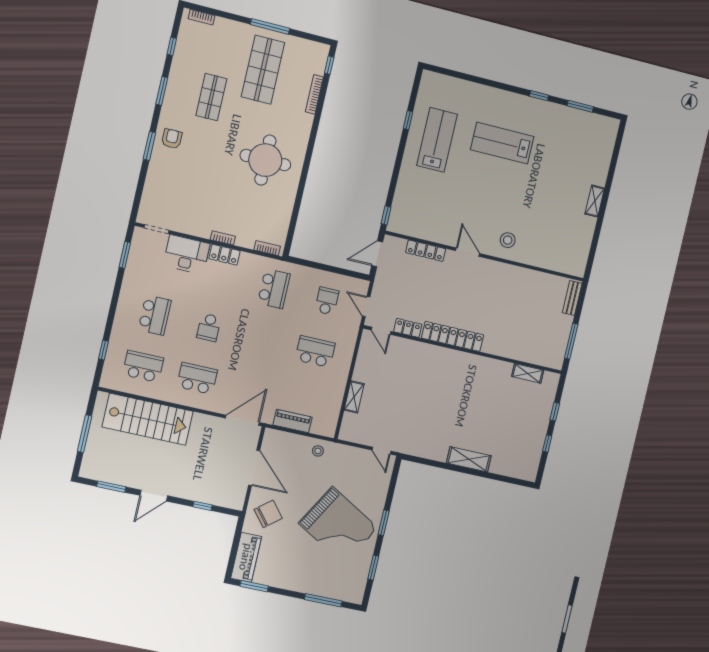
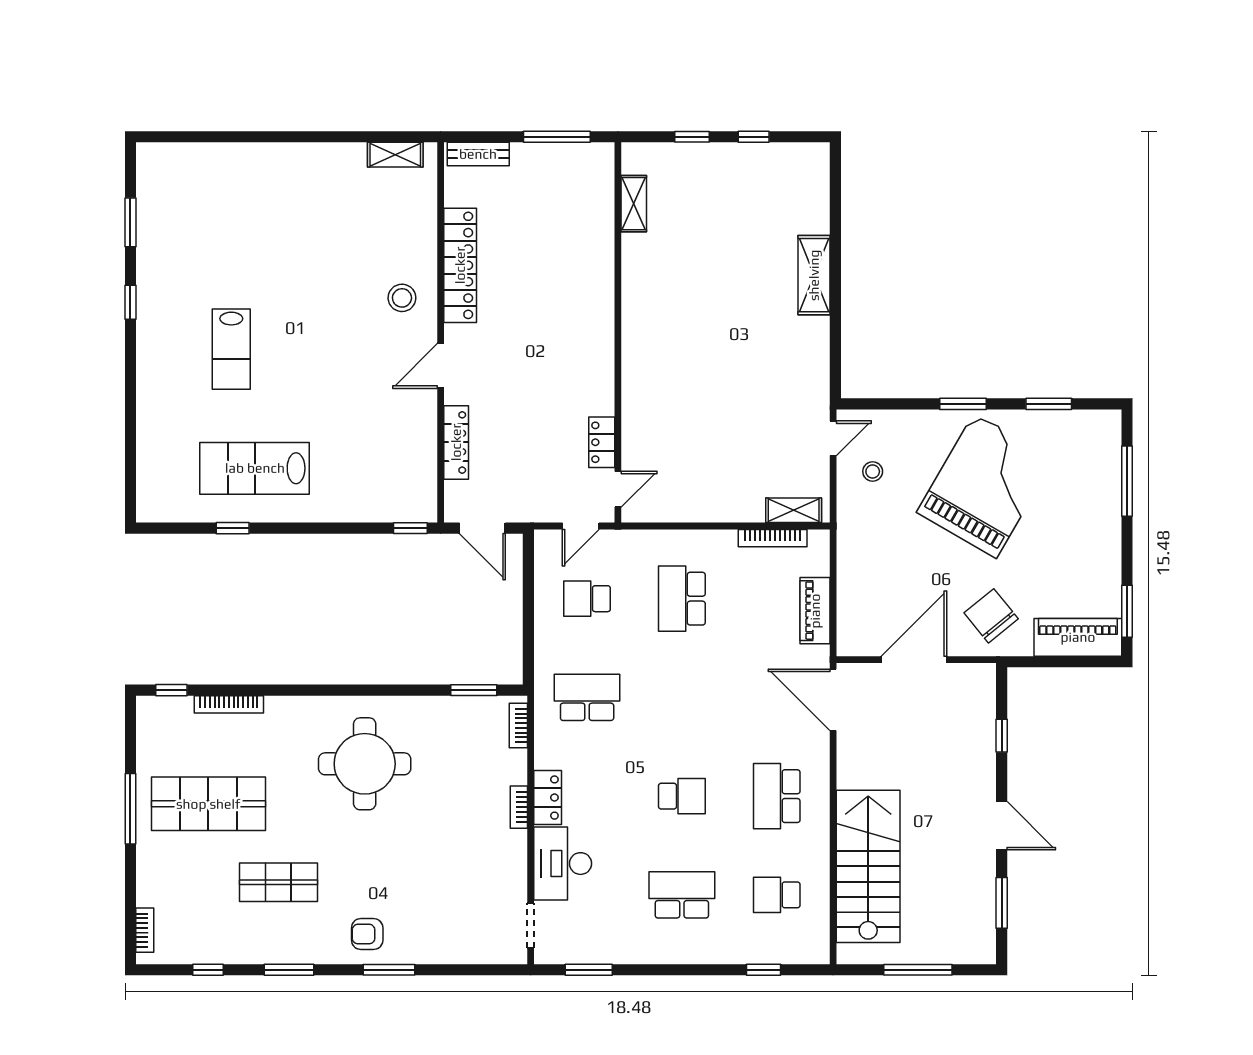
lab bench: (502, 143) -> (231, 349), width x0.73, depth x0.72
shelving: (595, 201) -> (395, 155), moved
window: (292, 229) -> (474, 690), added
locker: (453, 336) -> (460, 265), moved, turned 180
school desk: (143, 366) -> (777, 895), width x0.54
shelving: (354, 397) -> (794, 510), moved
bookcase: (336, 407) -> (773, 538), added
stool: (318, 451) -> (873, 471), moved

